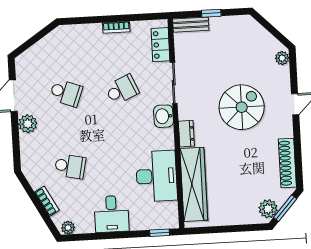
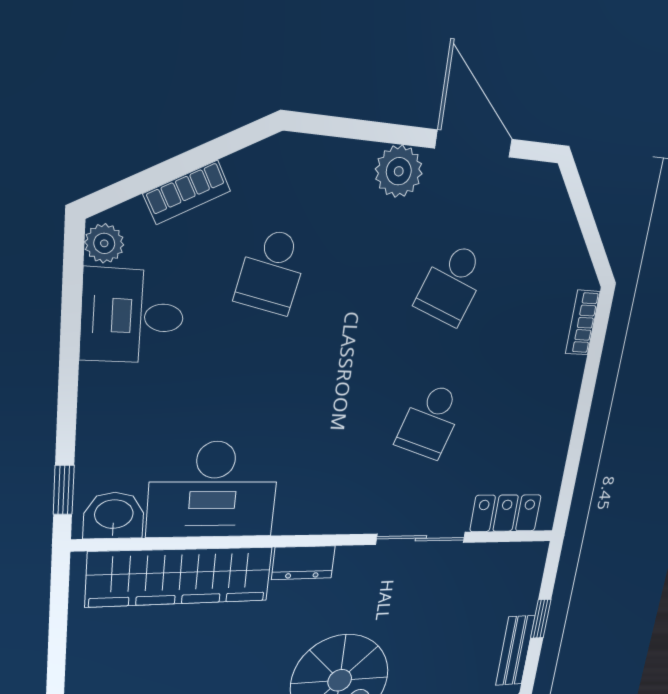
bench: (191, 25) -> (515, 651), moved
bookcase: (116, 27) -> (583, 323), moved
school desk: (122, 90) -> (430, 421), turned 42
washbasin: (163, 116) -> (114, 515), moved
desk: (112, 214) -> (133, 316), moved

